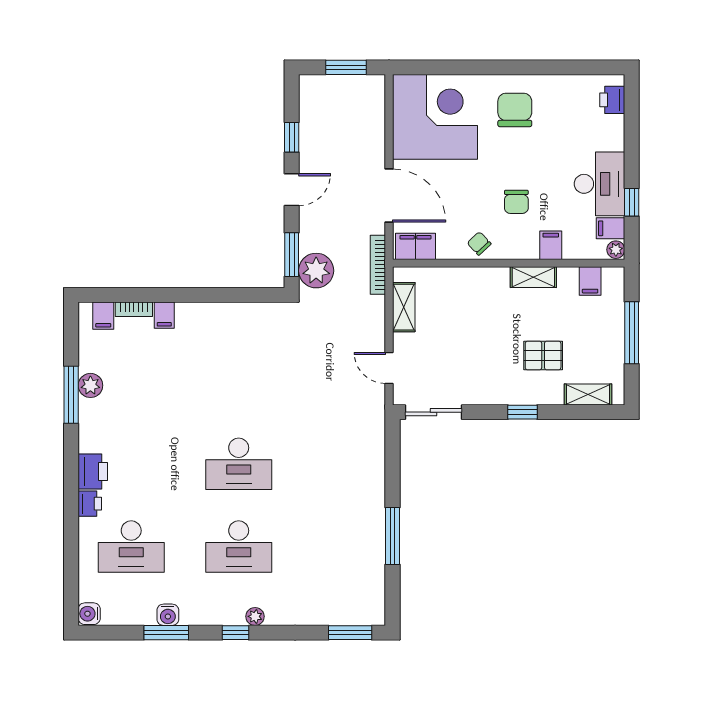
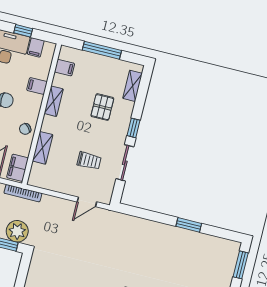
plant: (616, 250) -> (49, 47), removed
shelving: (404, 307) -> (43, 148), moved, turned 90
trolley: (454, 356) -> (89, 161), added
sliding door: (433, 412) -> (125, 163), moved
window: (393, 536) -> (189, 225), width x0.69

